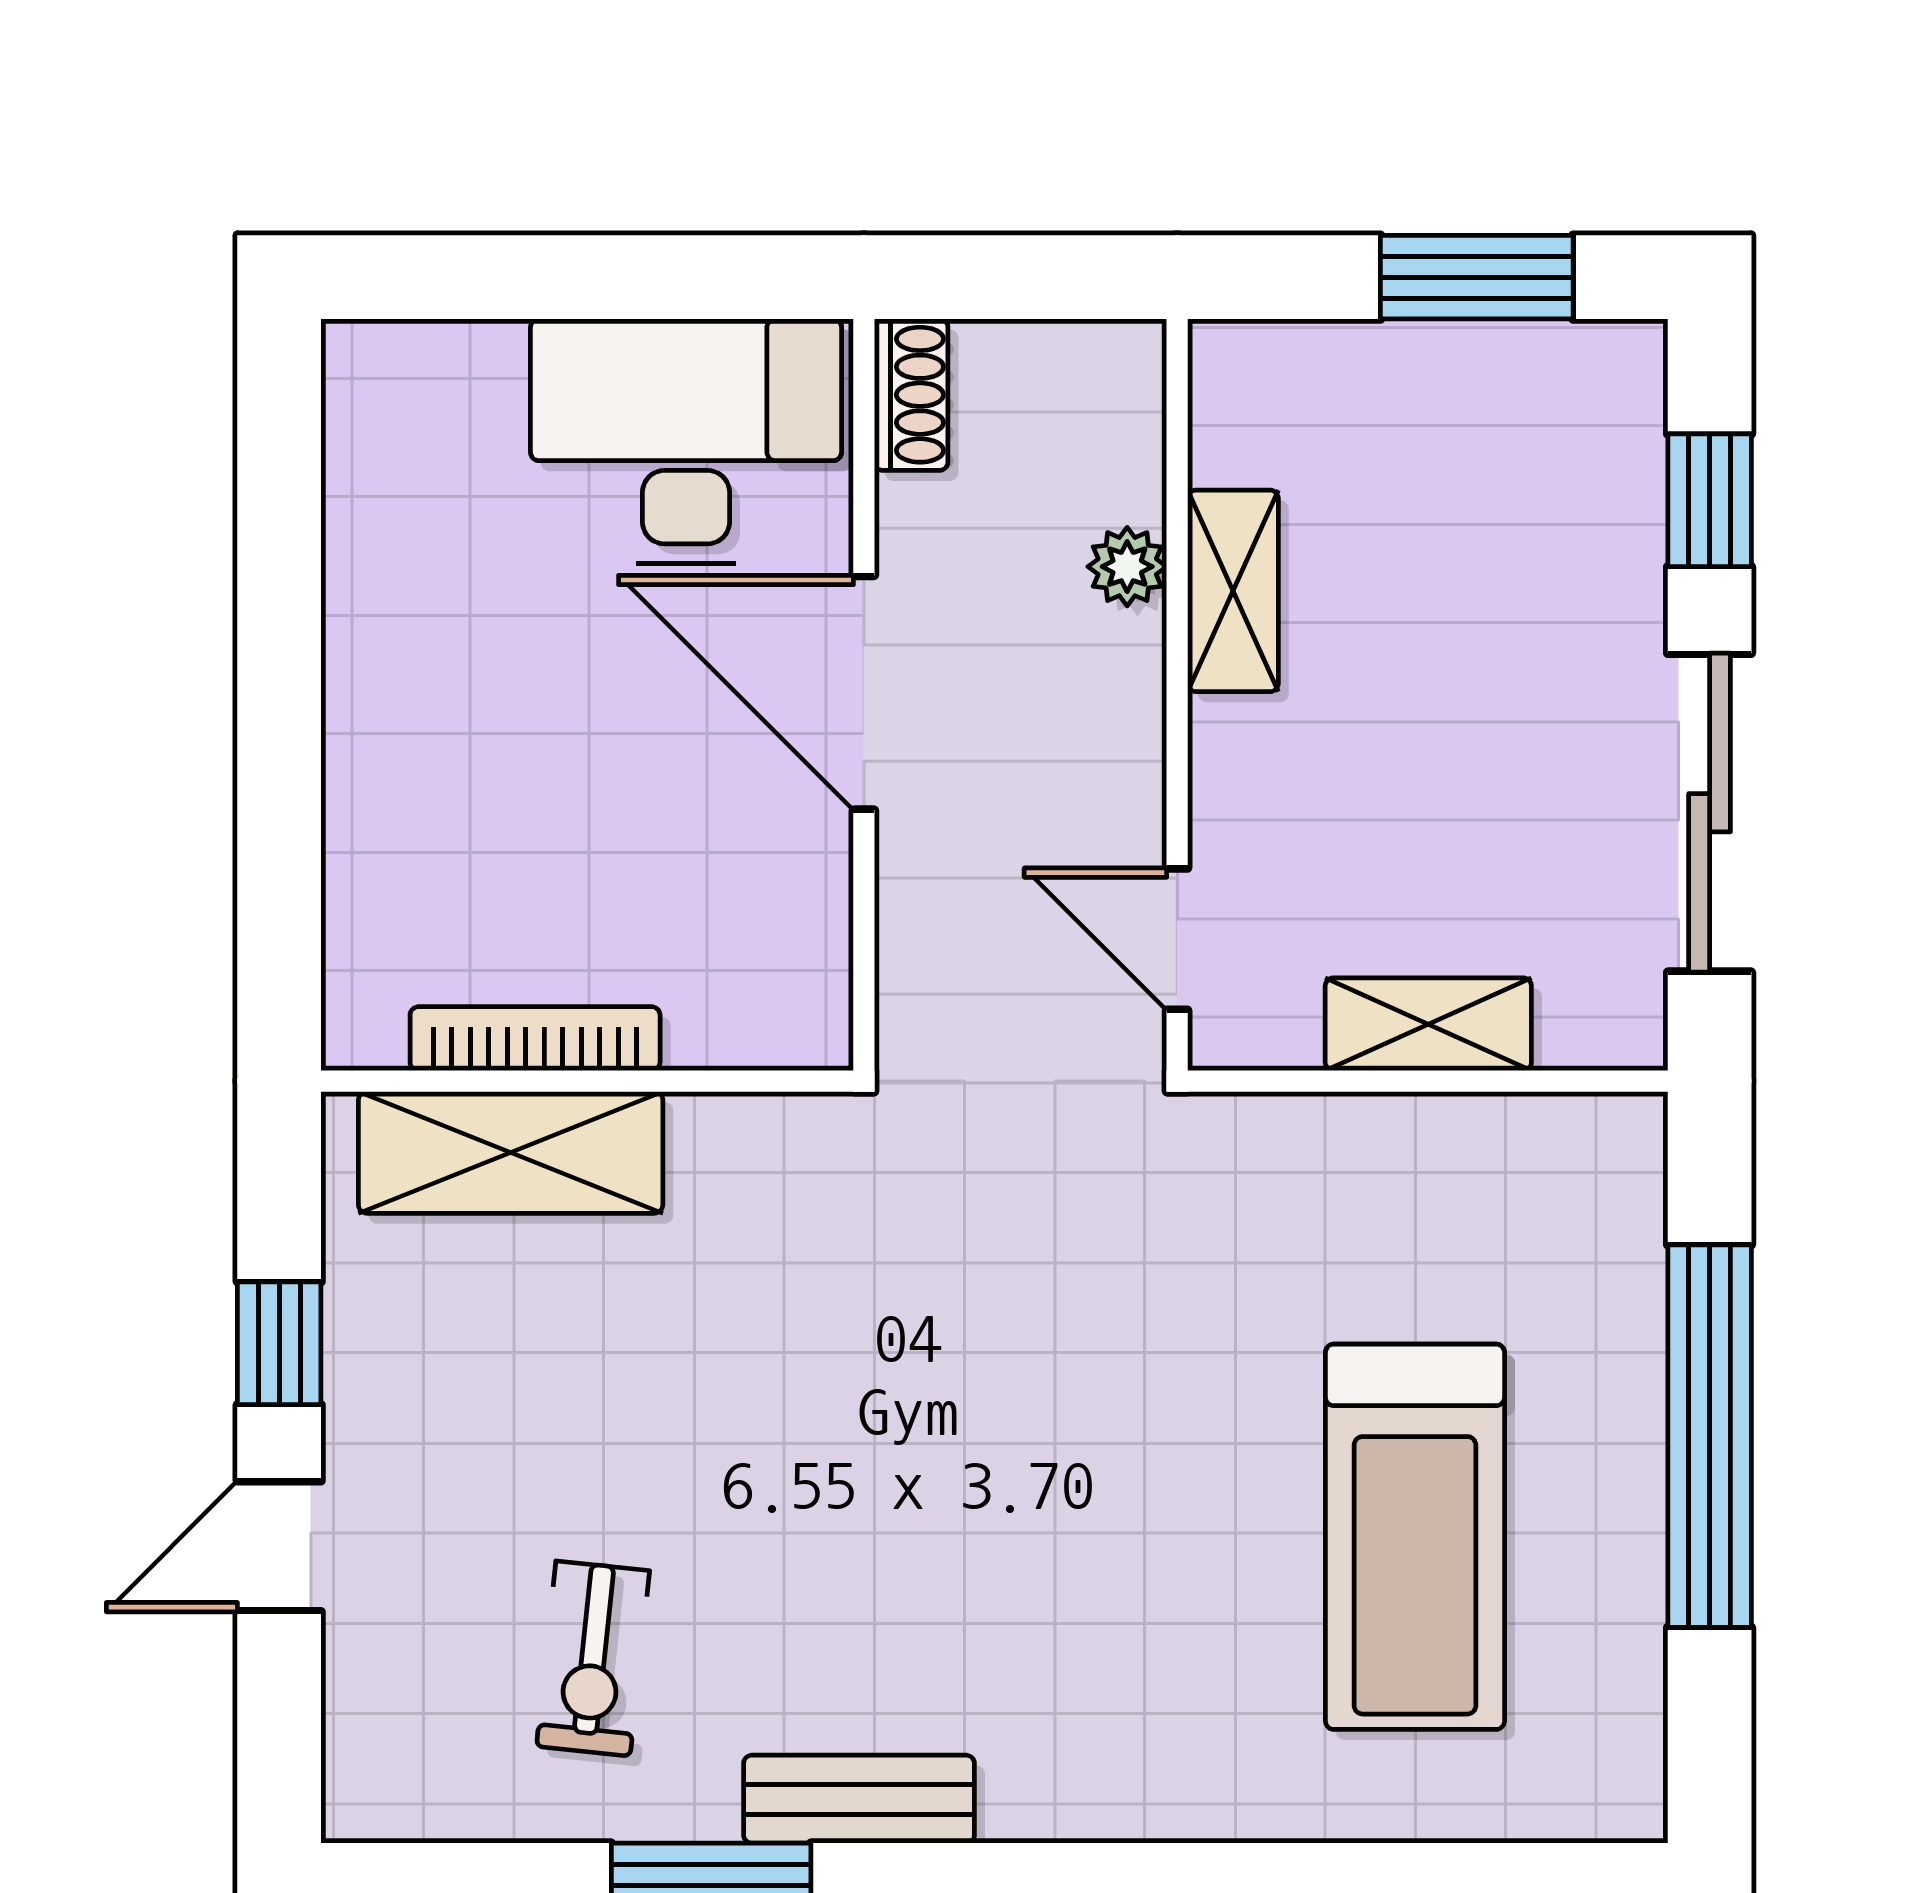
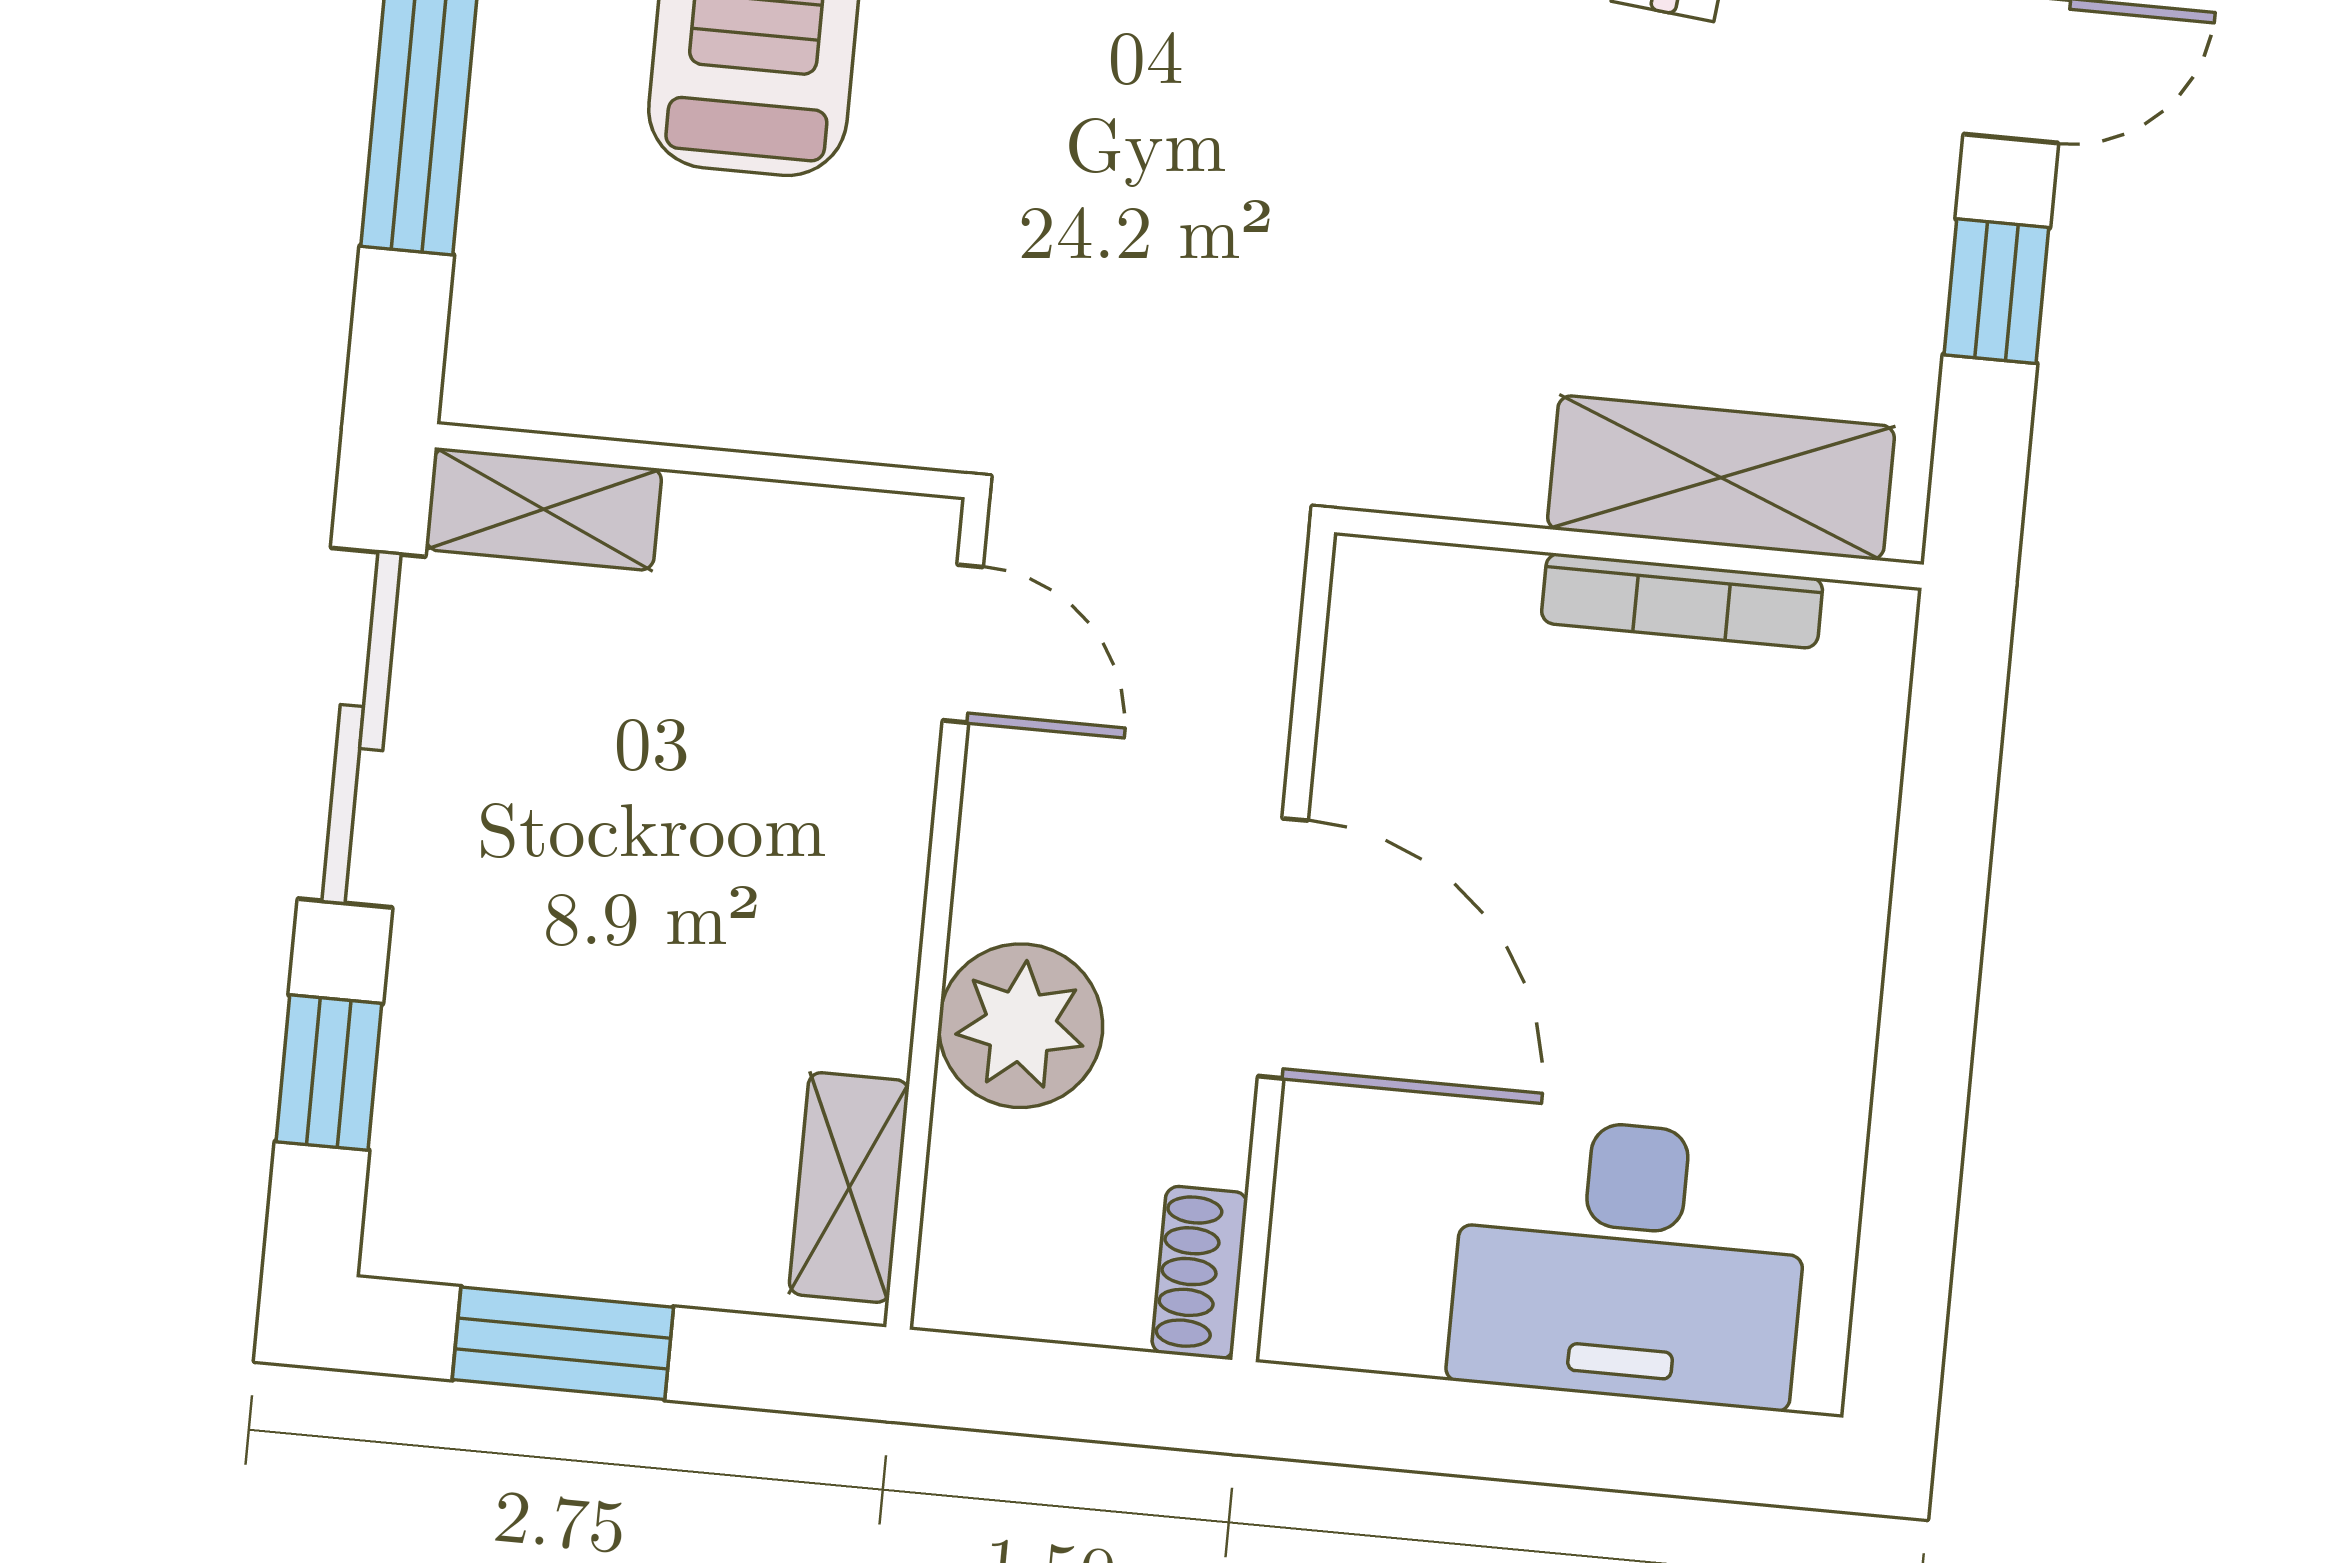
desk: (686, 441) -> (1629, 1261), moved
plant: (1127, 567) -> (1021, 1026), width x1.87, depth x1.87
shelving: (1233, 591) -> (849, 1187), moved
shelving: (1428, 1024) -> (544, 509), moved

